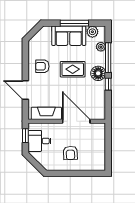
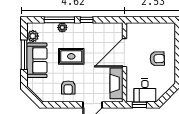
plant: (101, 47) -> (62, 27), moved
rug: (73, 69) -> (71, 56), turned 90
floor lamp: (98, 73) -> (75, 30), removed

